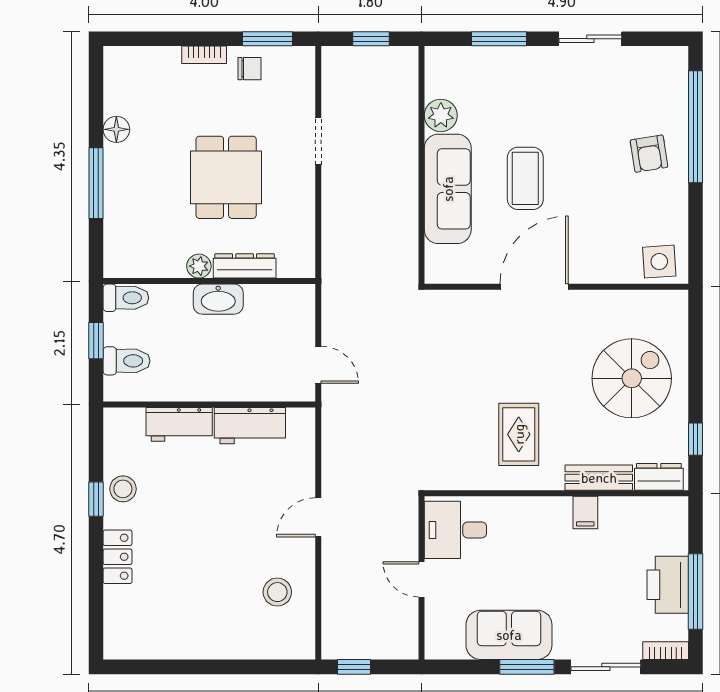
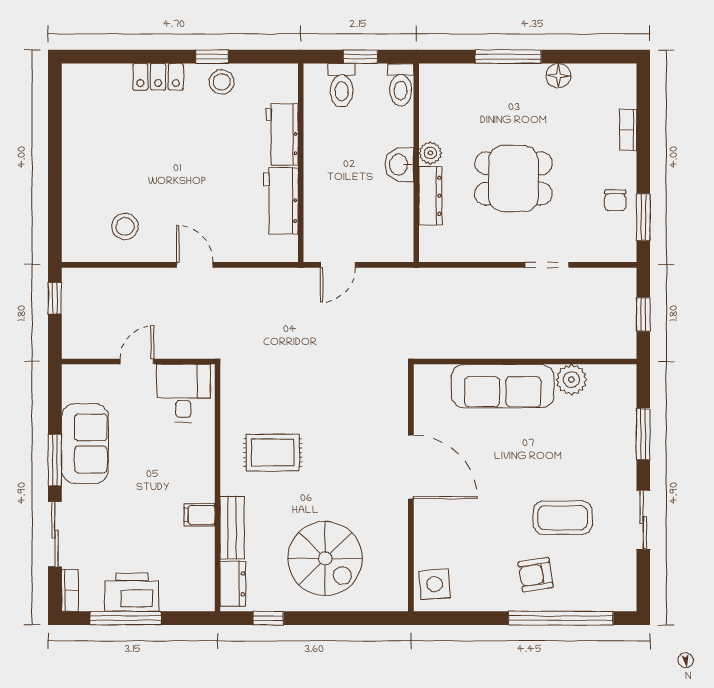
bookcase: (204, 55) -> (628, 130), moved
coffee table: (525, 178) -> (563, 518), moved
washbasin: (218, 299) -> (399, 165), width x0.72

